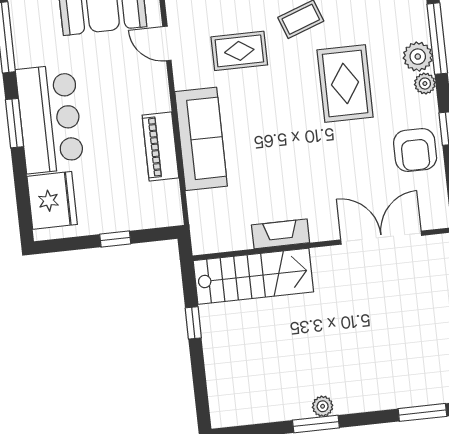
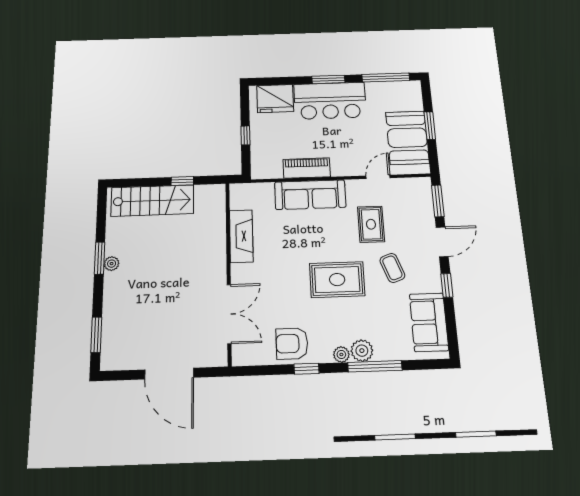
rug: (345, 83) -> (337, 280), moved
fireplace: (281, 234) -> (241, 236), width x1.37, depth x1.32
stairs: (253, 276) -> (152, 201), moved, turned -90

